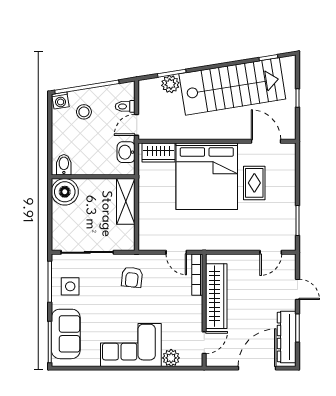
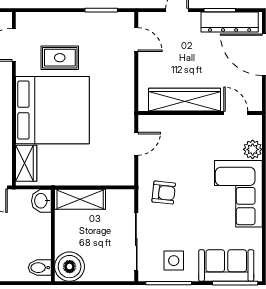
washbasin: (126, 152) -> (41, 201), moved, turned 90
bookcase: (197, 275) -> (161, 121), removed

